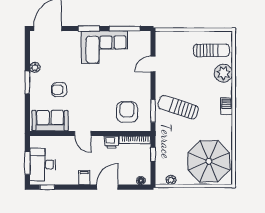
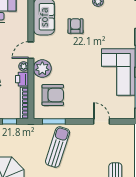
plant: (101, 122) -> (42, 68), added
plant: (99, 141) -> (24, 66), added

